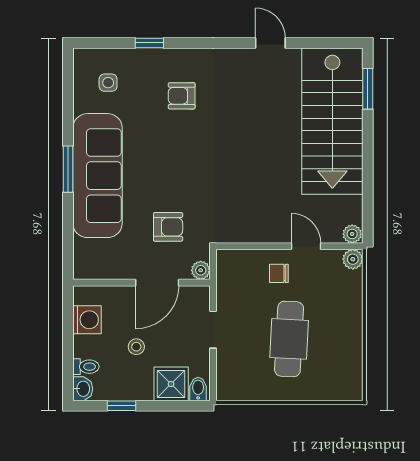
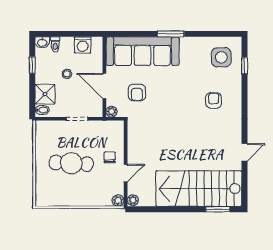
window: (149, 43) -> (245, 66), moved
side table: (108, 83) -> (221, 57), width x1.87, depth x1.87
sofa: (97, 176) -> (143, 51), moved

